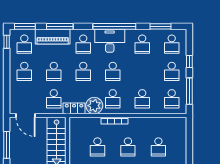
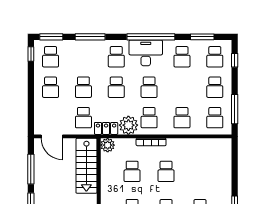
piano: (53, 37) -> (82, 48), removed
window: (189, 62) -> (235, 60), moved
plant: (75, 123) -> (108, 145), added
school desk: (158, 147) -> (200, 171), removed

